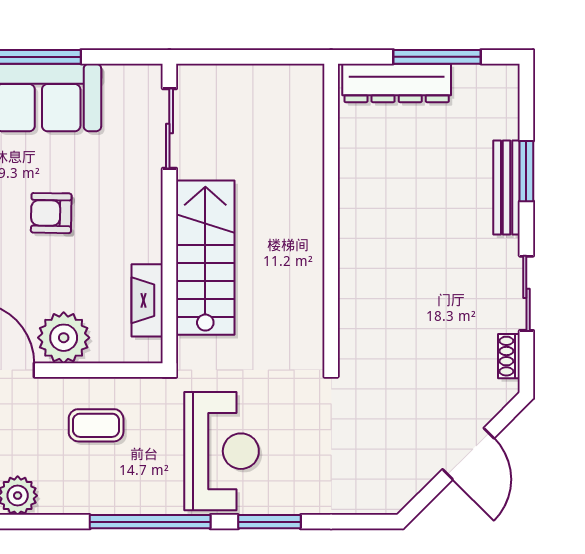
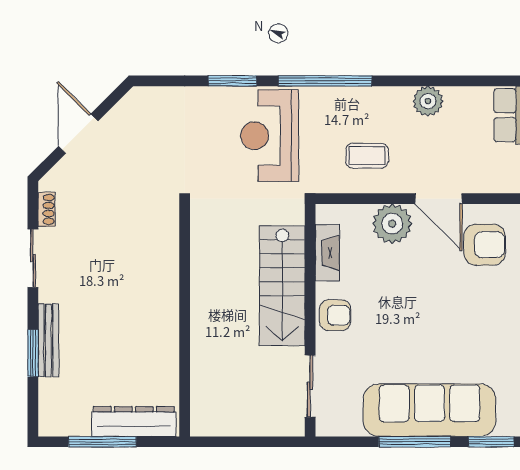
armchair: (51, 213) -> (335, 315), moved

